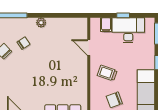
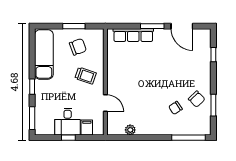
plant: (41, 23) -> (130, 130), moved
desk: (128, 30) -> (68, 122), width x0.73

